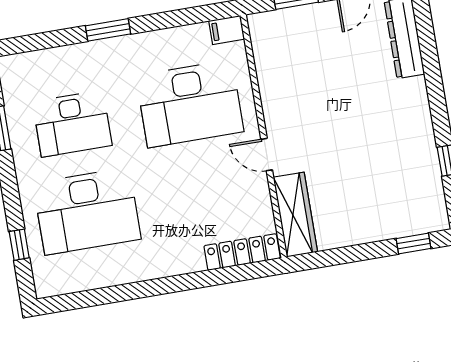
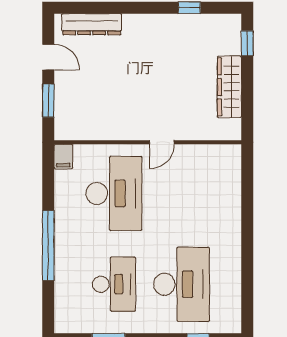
window: (108, 30) -> (48, 245), width x2.11
wardrobe: (295, 215) -> (229, 87), moved, turned -90
locker: (242, 252) -> (232, 173), removed

